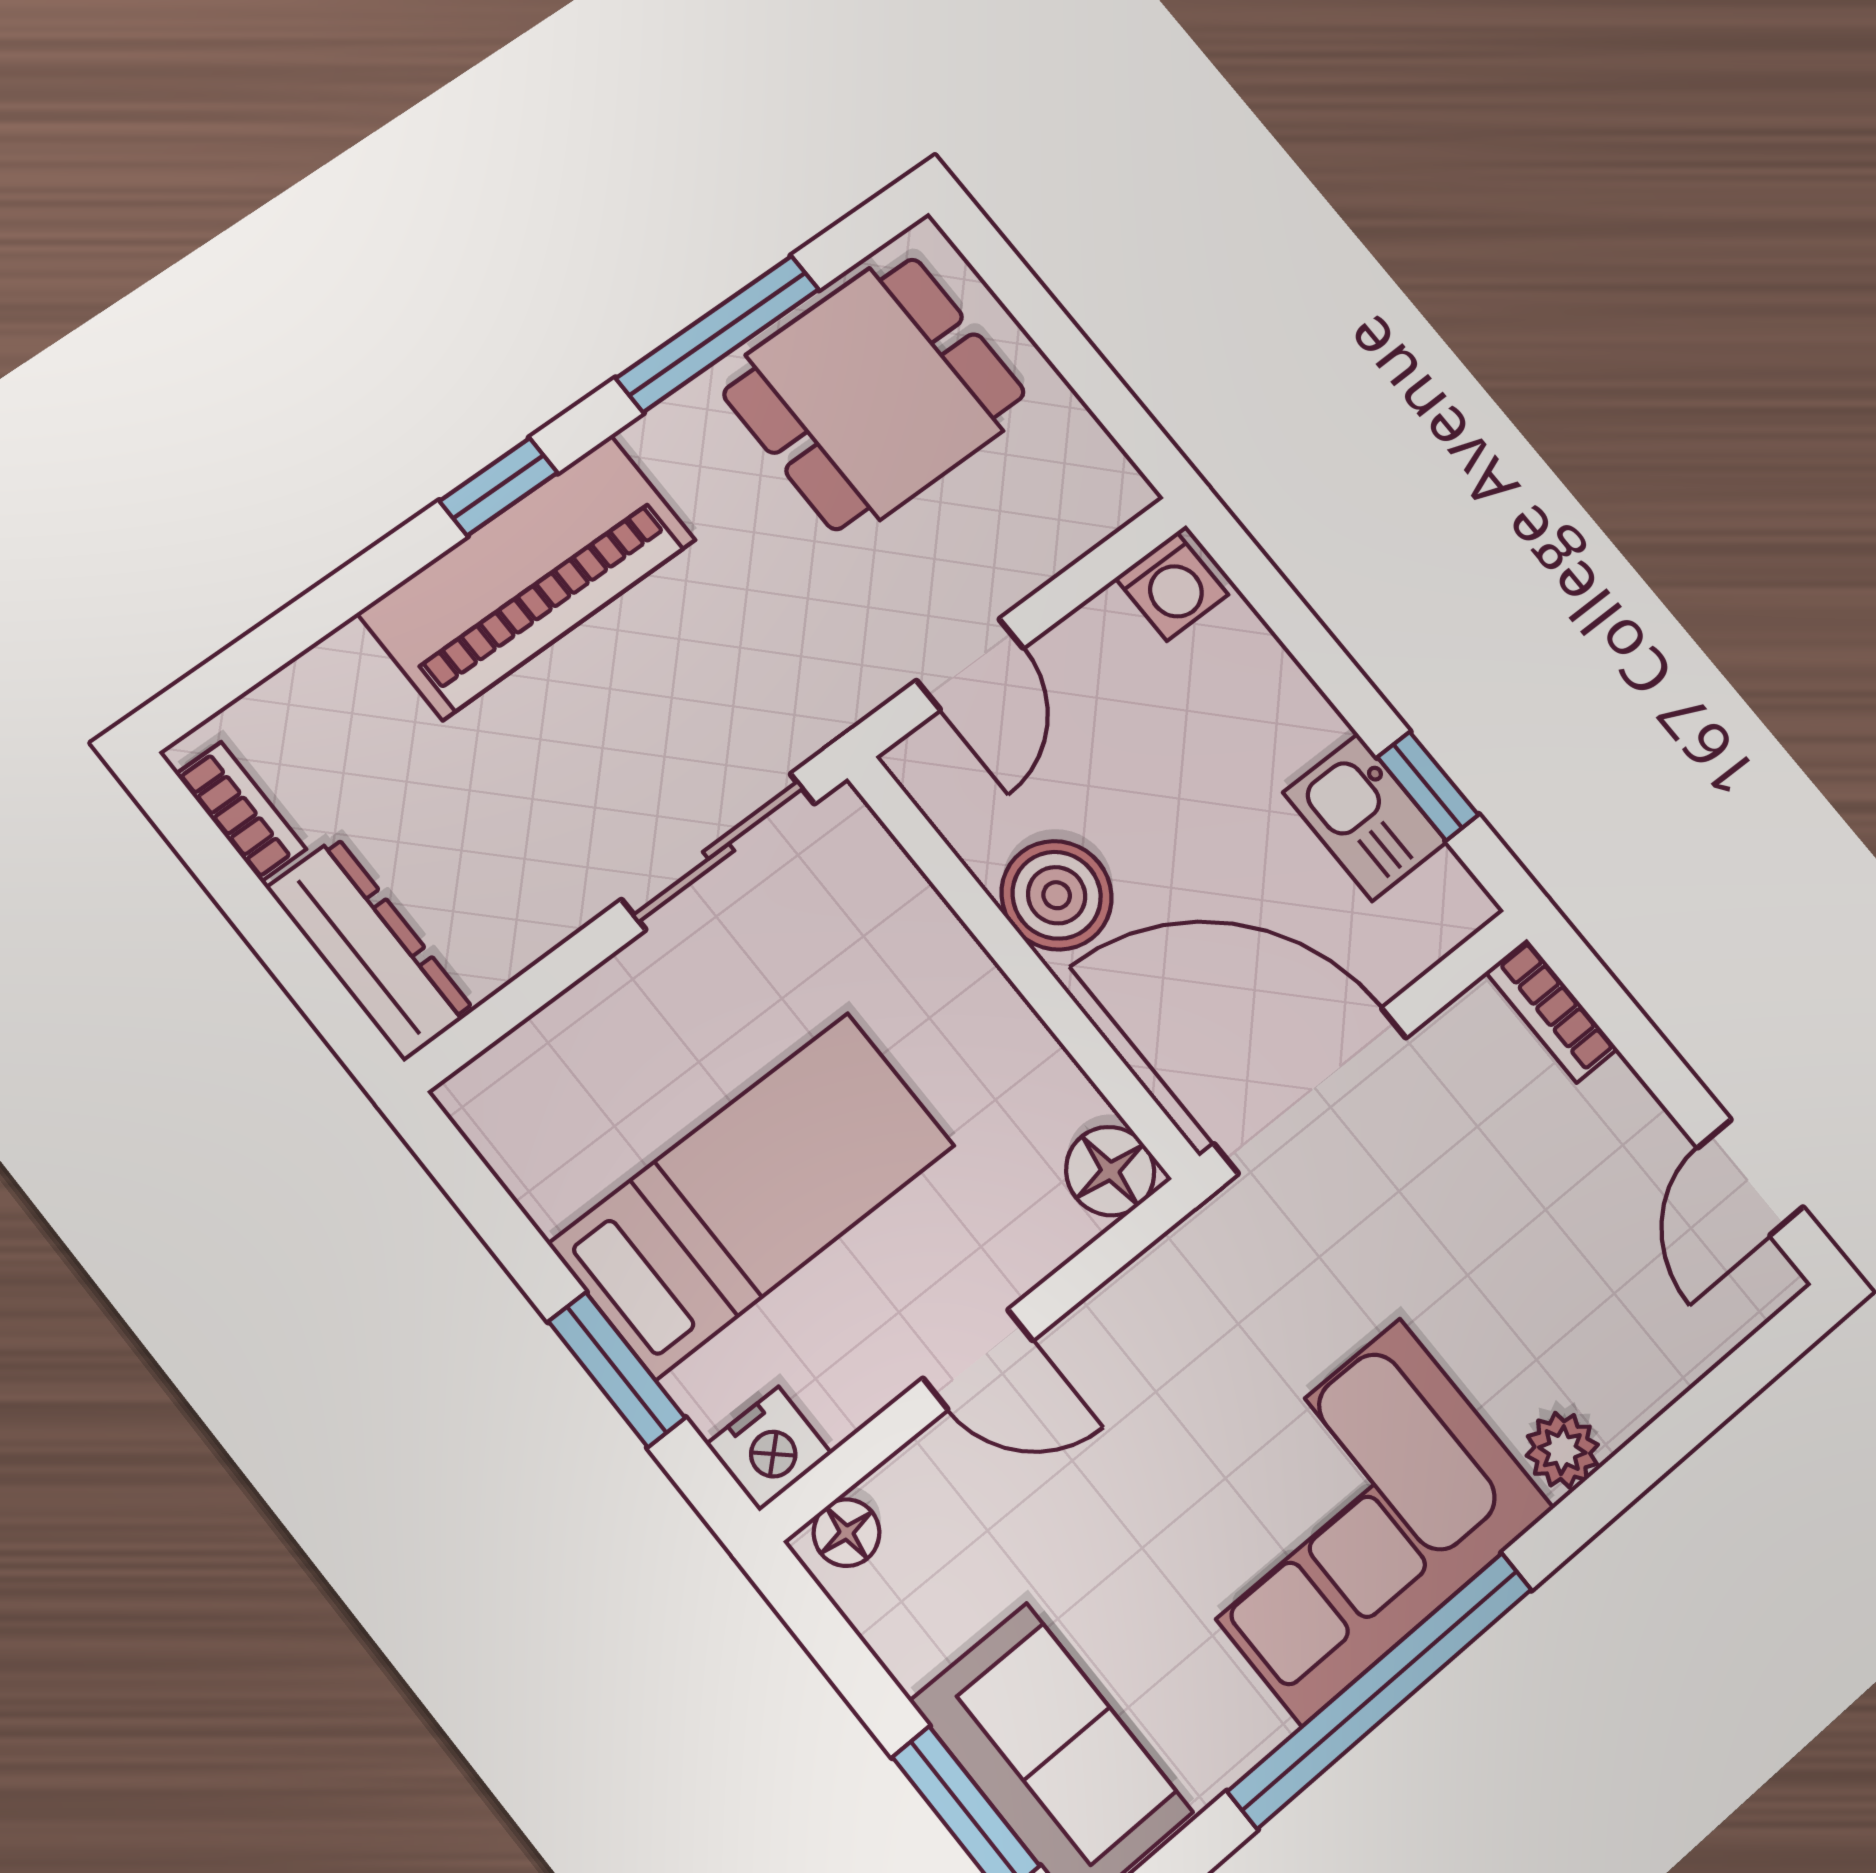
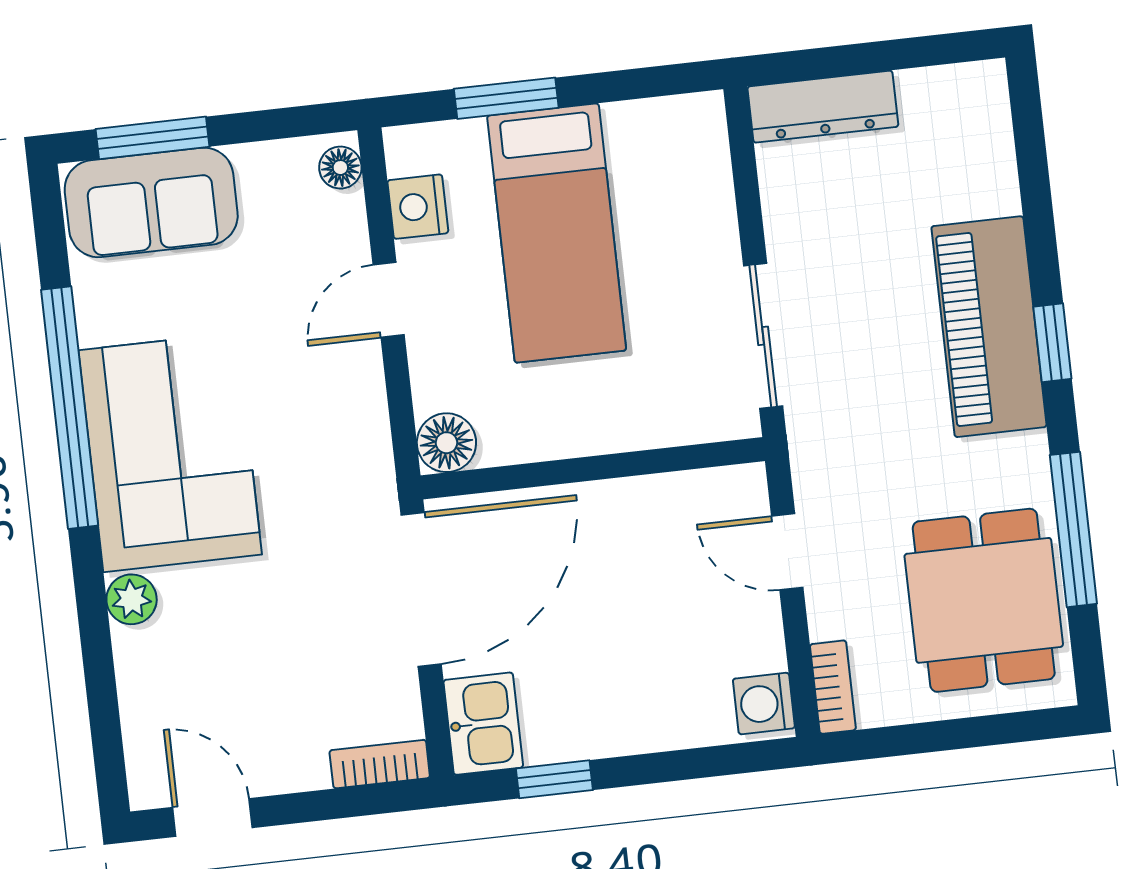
bookcase: (241, 812) -> (833, 687), moved, turned -90
kitchen sink: (1365, 817) -> (483, 724), moved, turned 90
boiler: (1057, 895) -> (622, 515), removed
nightstand: (769, 1449) -> (418, 207), moved

